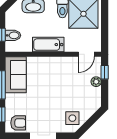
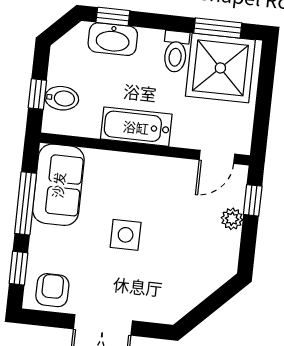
side table: (72, 118) -> (126, 235), moved
armchair: (18, 123) -> (52, 290), turned -90

